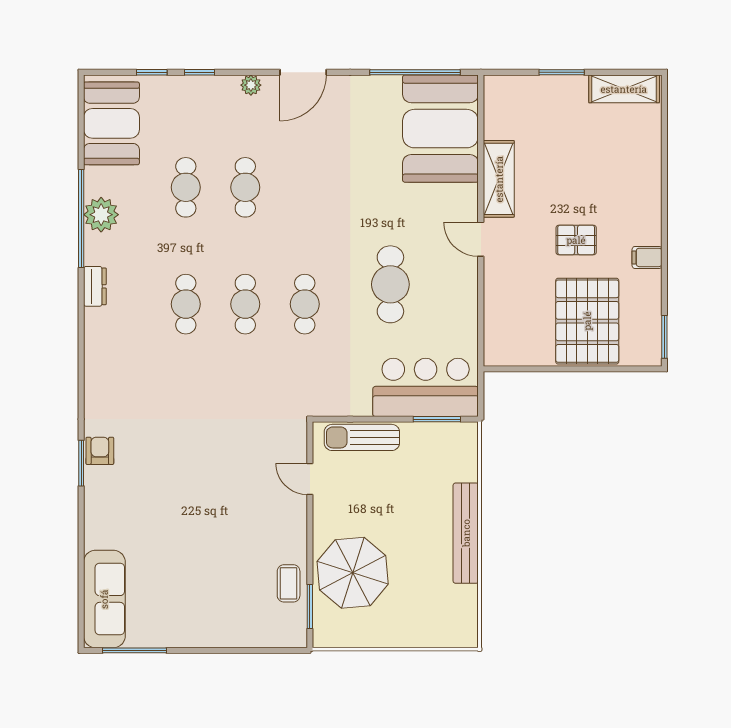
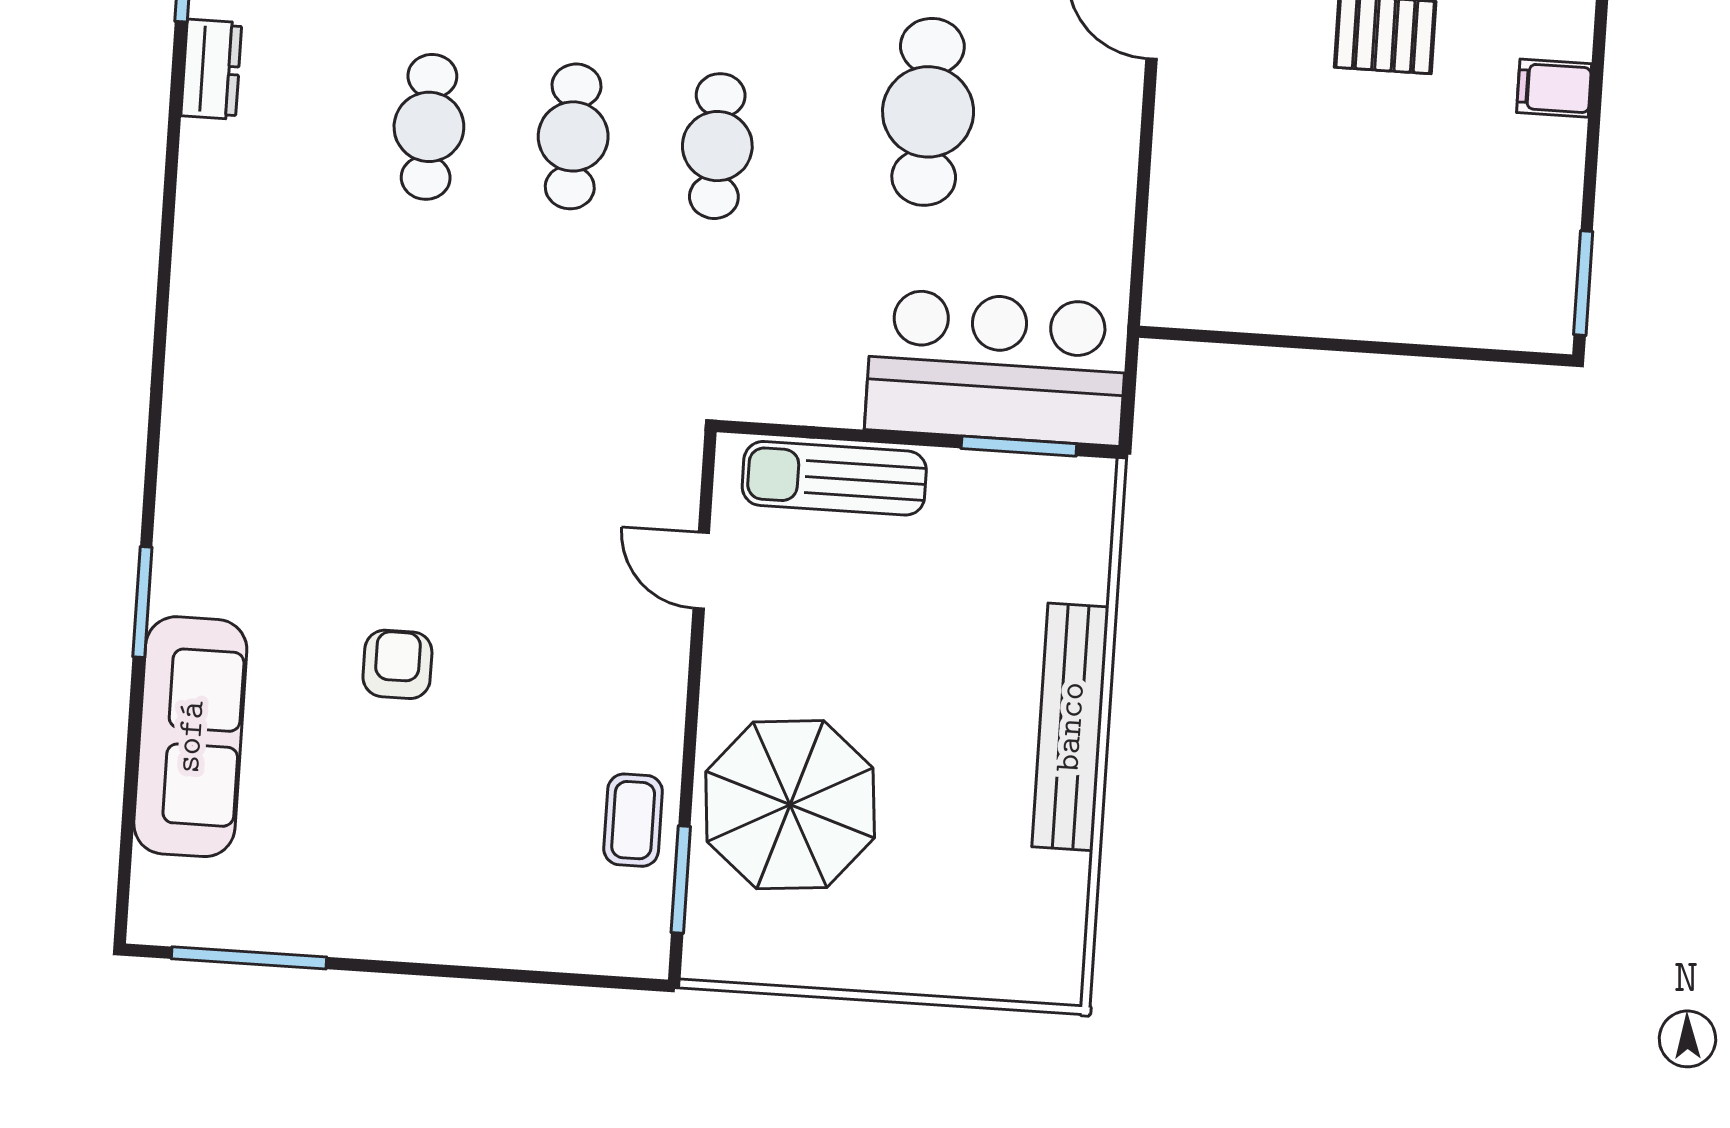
pallet: (587, 321) -> (1399, 233), removed
armchair: (100, 451) -> (397, 664), moved
window: (81, 463) -> (142, 602), moved
sofa: (104, 599) -> (190, 737), moved

